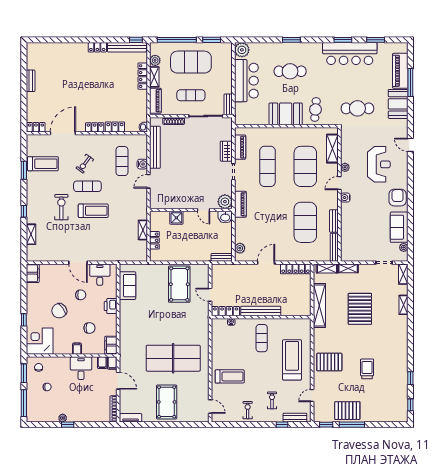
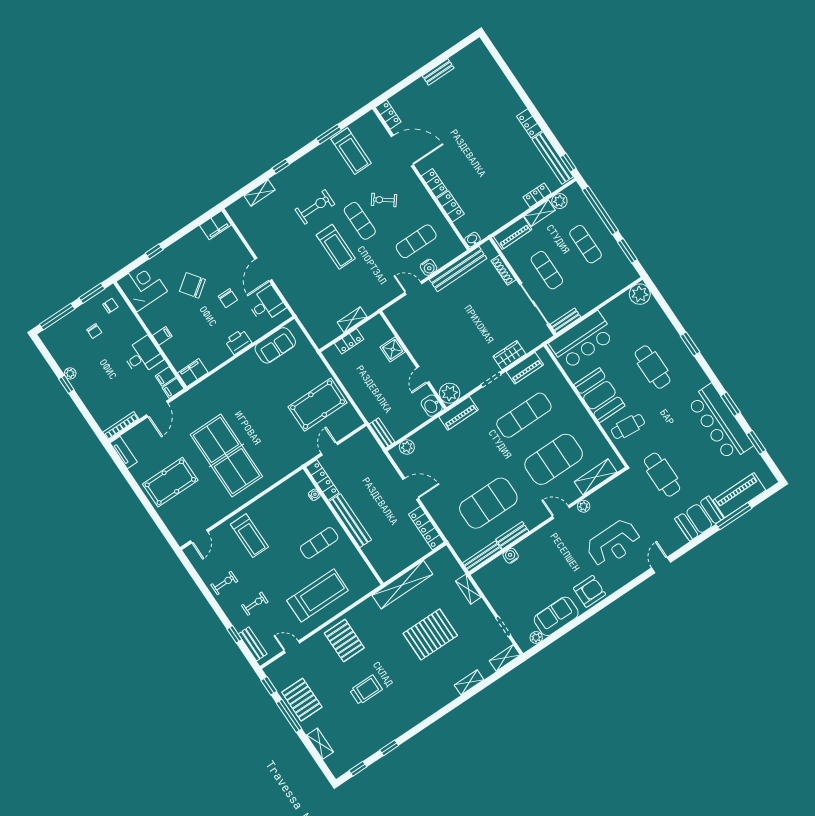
exercise mat: (191, 62) -> (586, 244), width x0.50, depth x0.69
locker: (143, 76) -> (537, 195), width x0.66
bar counter: (246, 81) -> (582, 340), moved
water cooler: (345, 198) -> (511, 556), moved
shelving: (327, 268) -> (320, 744), moved
chair: (89, 328) -> (196, 334), removed

